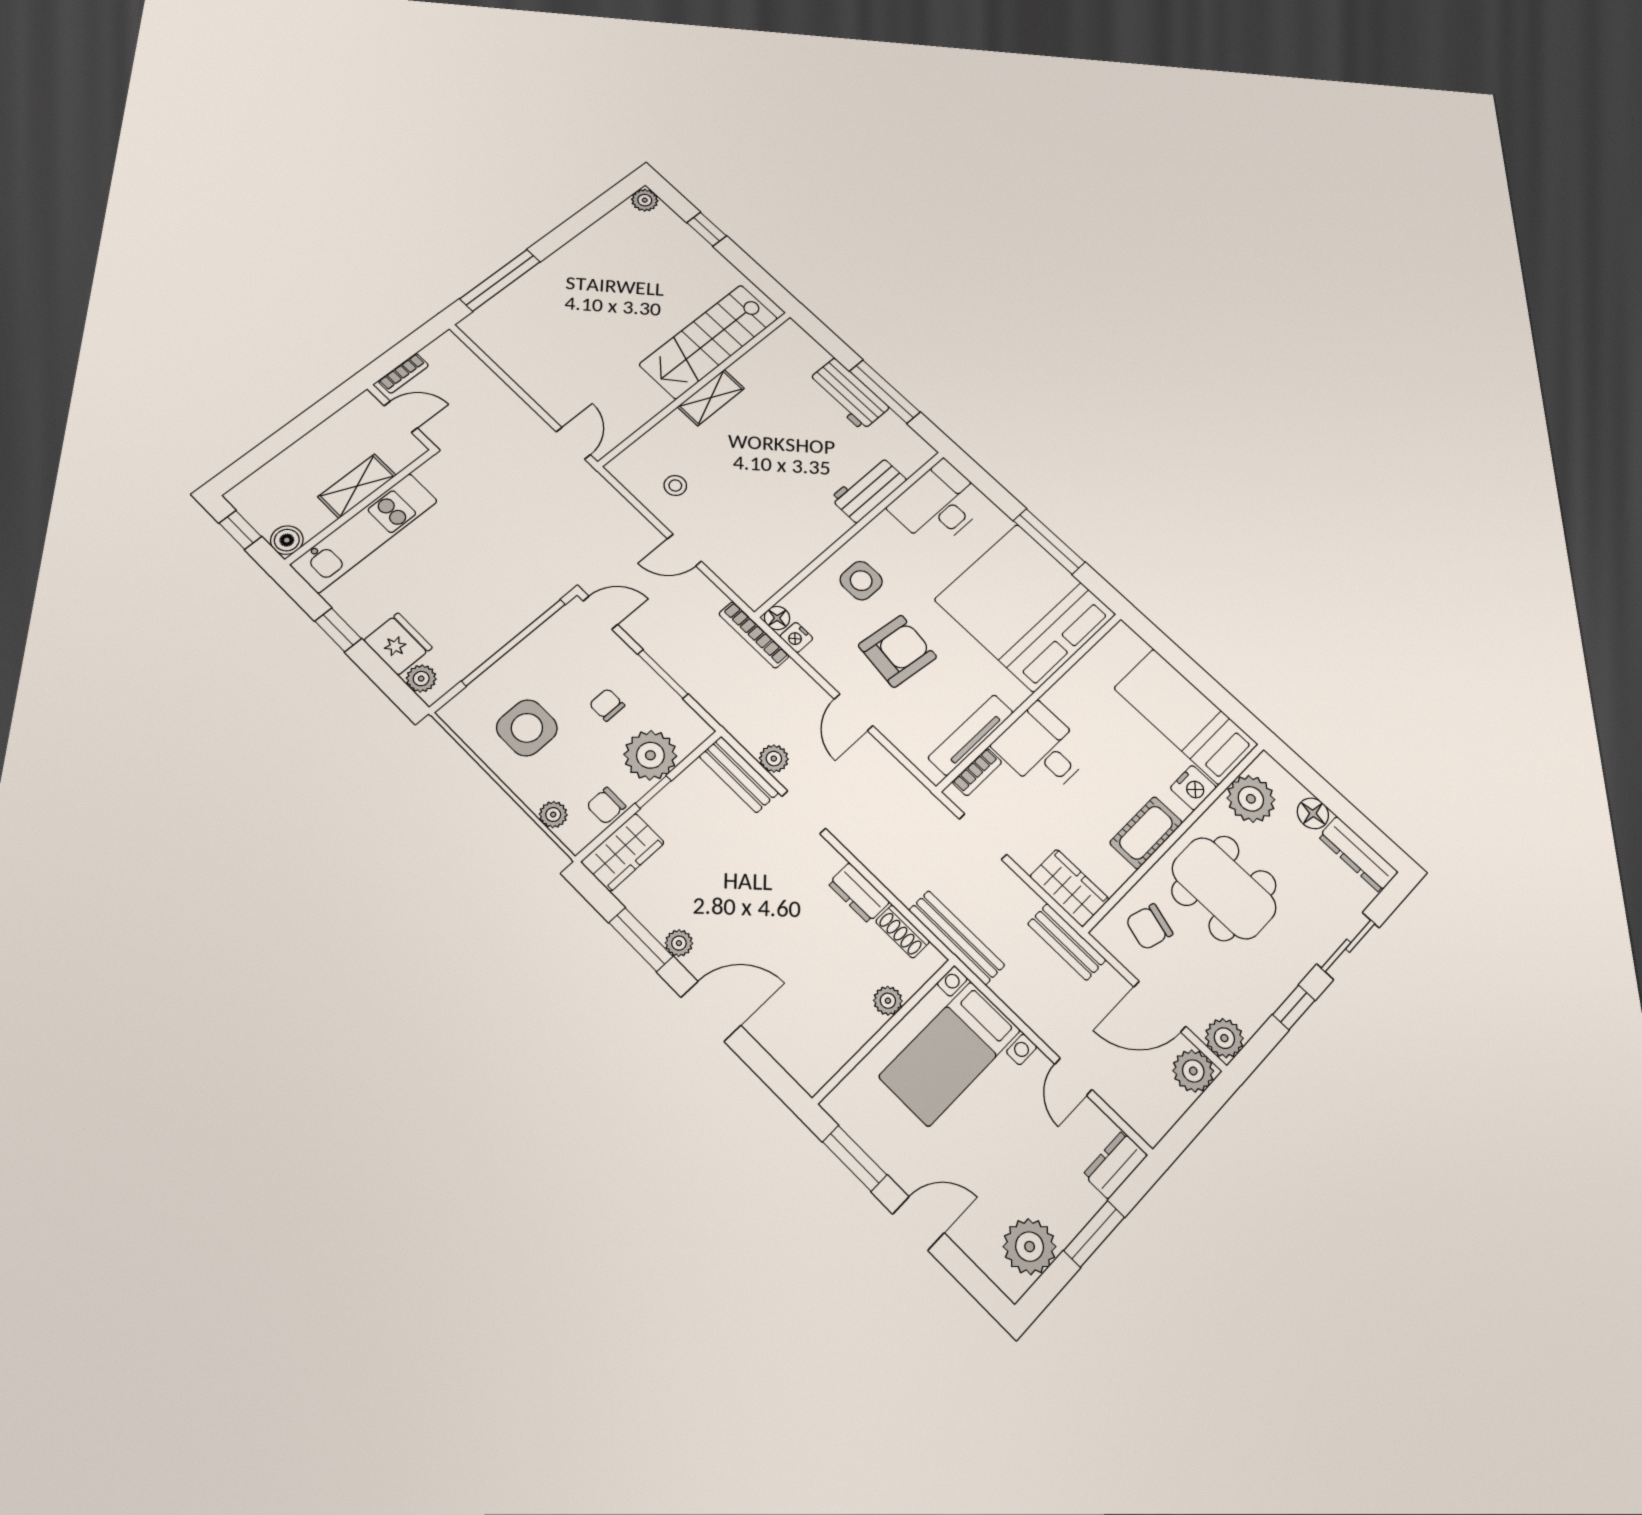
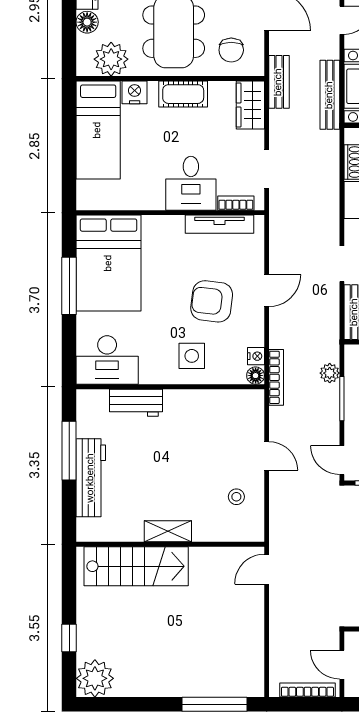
plant: (645, 200) -> (95, 678), width x1.88, depth x1.88
bookcase: (403, 373) -> (307, 690), width x1.56
workbench: (848, 394) -> (91, 478), width x1.38
bed: (1025, 607) -> (109, 263), width x0.73
plant: (774, 759) -> (330, 373), moved
chair: (1149, 927) -> (231, 50), turned 74
bench: (957, 938) -> (330, 95), moved

